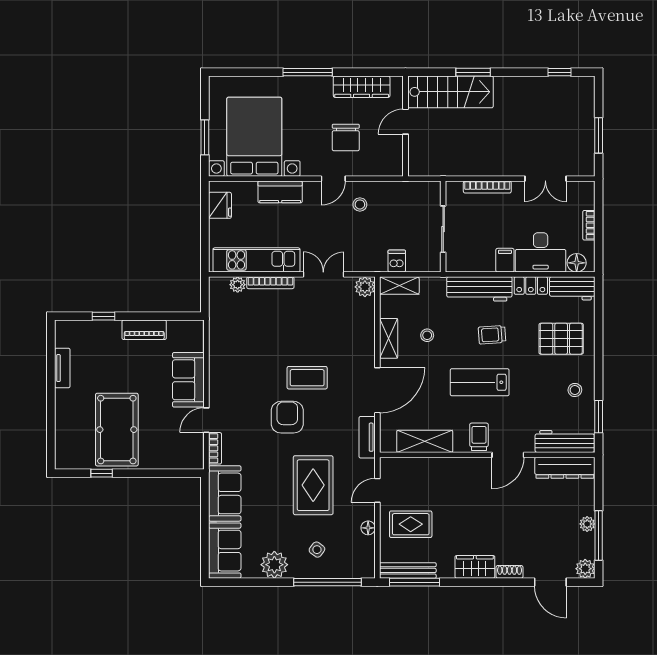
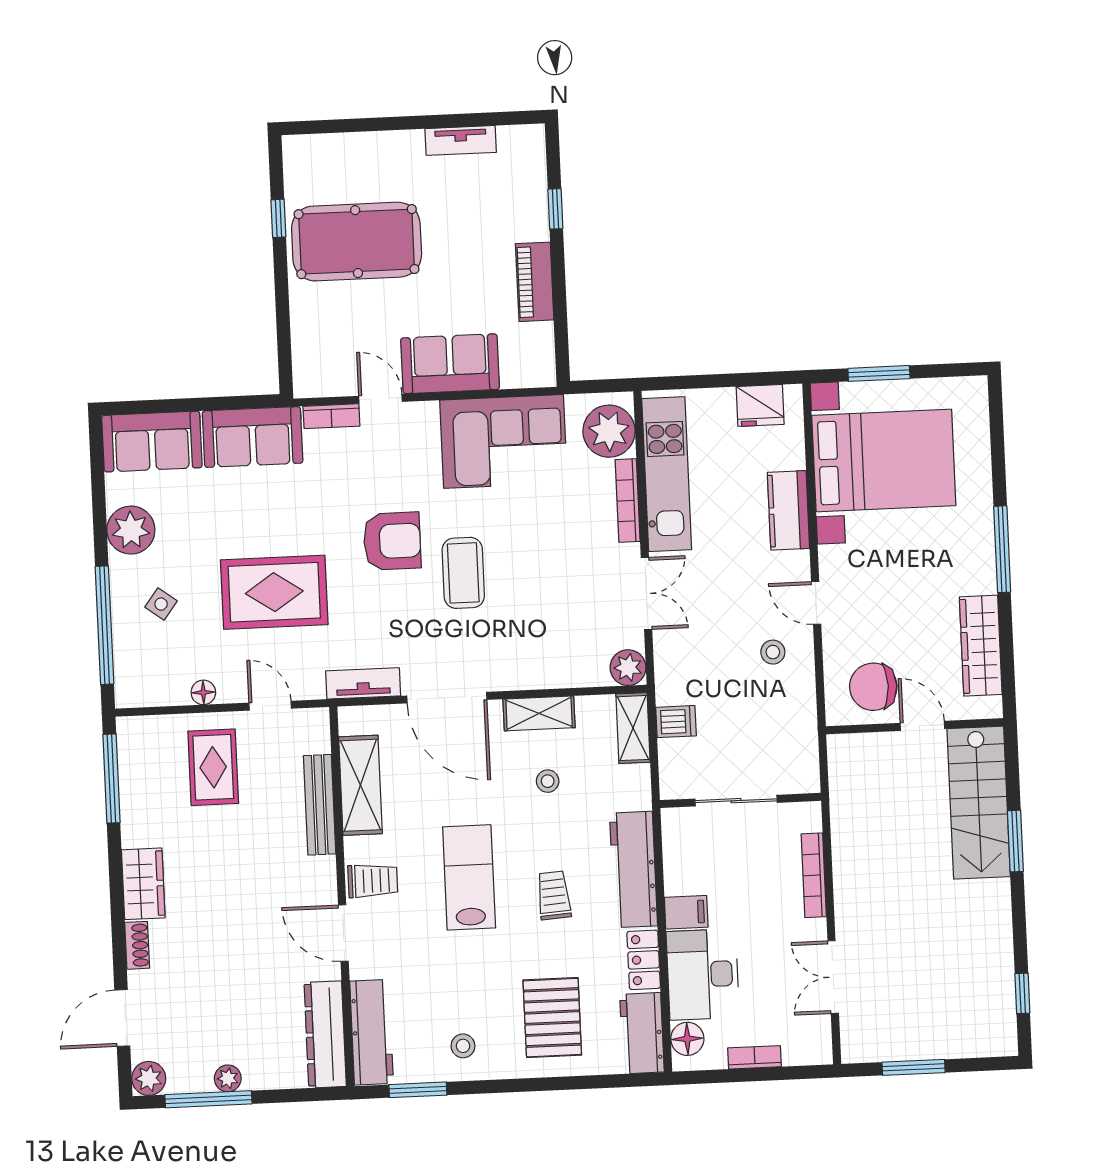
chair: (346, 138) -> (873, 687), moved
plant: (238, 285) -> (609, 431), width x1.87, depth x1.87
corner sofa: (234, 351) -> (504, 441), added
bench: (408, 570) -> (320, 805), moved

